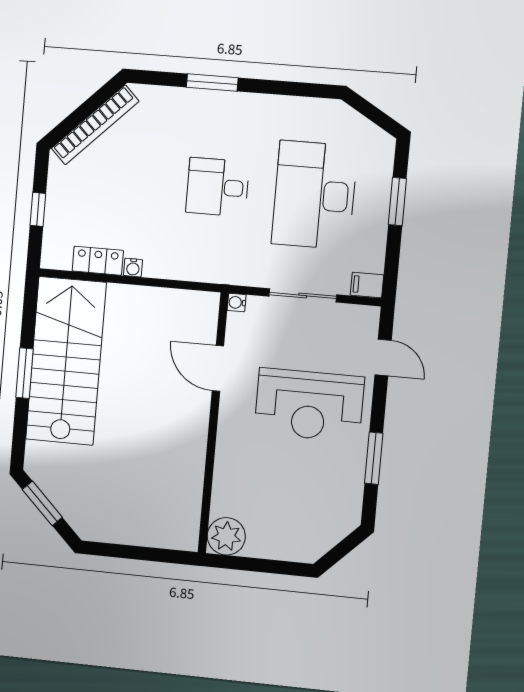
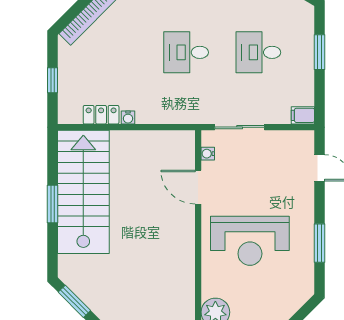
desk: (314, 195) -> (258, 52), width x0.53, depth x0.77
sliding door: (303, 295) -> (240, 127), moved
water cooler: (237, 303) -> (208, 154), moved
reception desk: (309, 405) -> (250, 241), moved

